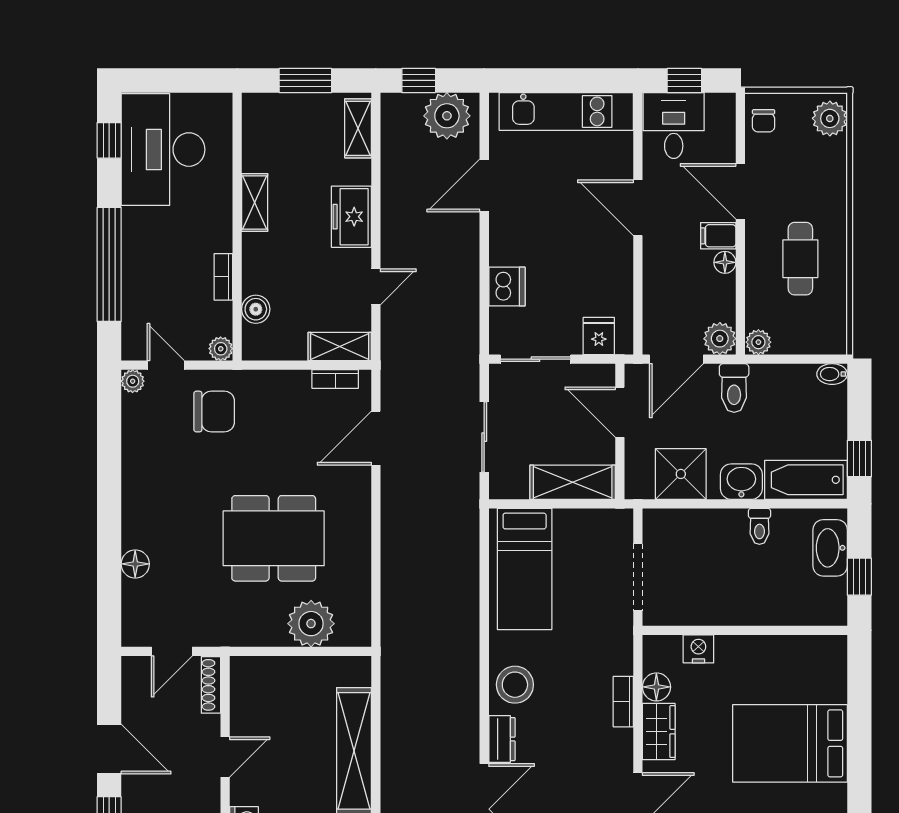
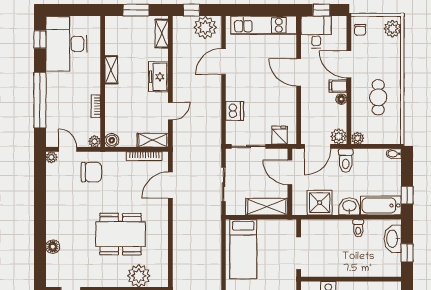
boiler: (256, 309) -> (112, 140), moved
bookcase: (335, 379) -> (144, 156), width x1.56

